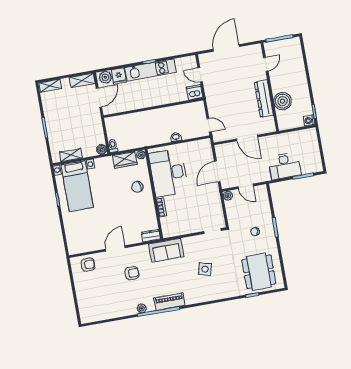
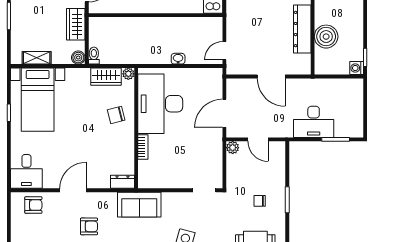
wardrobe: (95, 125) -> (76, 24), added
door: (209, 125) -> (224, 51), swing flipped
desk: (78, 241) -> (26, 171), added

